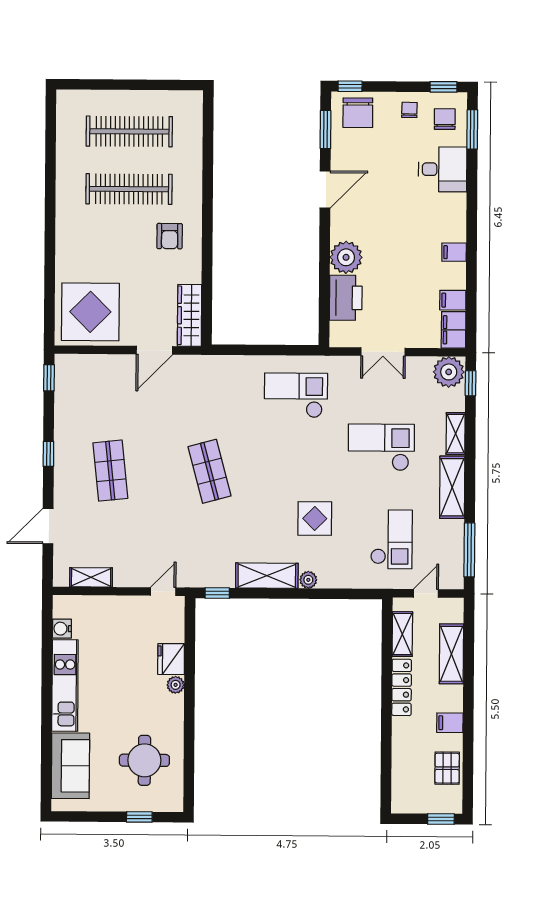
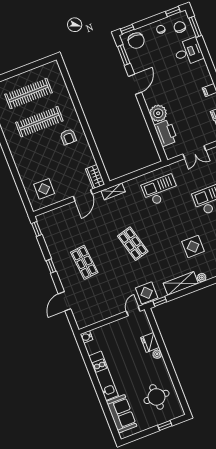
display table: (90, 312) -> (44, 189), width x0.54, depth x0.54
wardrobe: (190, 315) -> (95, 177), width x0.67
display table: (200, 568) -> (147, 293), added
shelving: (91, 577) -> (113, 191), moved
water cooler: (62, 629) -> (87, 337), moved

